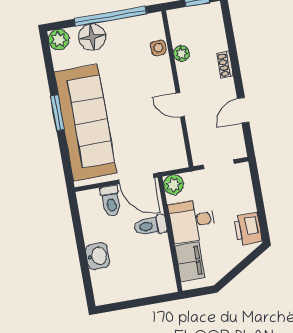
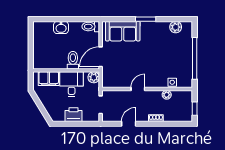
floor lamp: (92, 37) -> (185, 46), removed
plant: (59, 40) -> (176, 27), moved
door: (243, 110) -> (129, 124), hinge flipped
sofa: (85, 123) -> (123, 31), width x0.54, depth x0.79
toilet: (111, 201) -> (91, 27), moved
printer: (248, 229) -> (73, 115), moved

